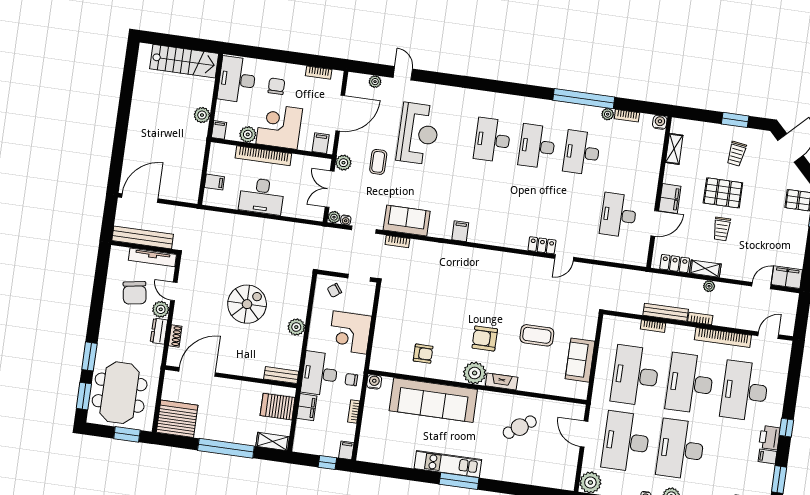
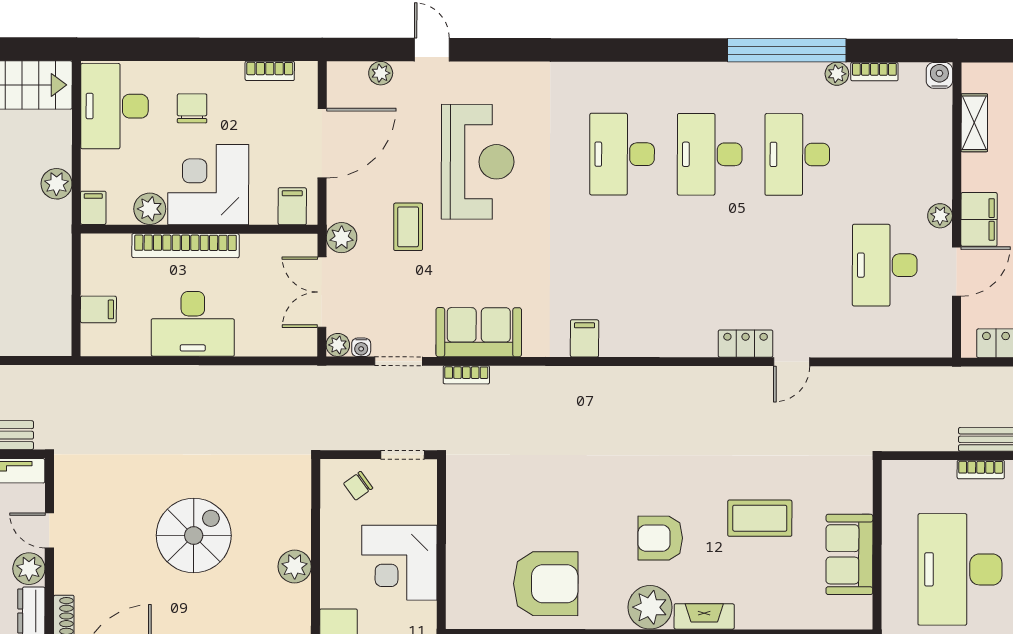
plant: (650, 194) -> (940, 216), added
armchair: (423, 354) -> (546, 584), width x1.88, depth x1.88

